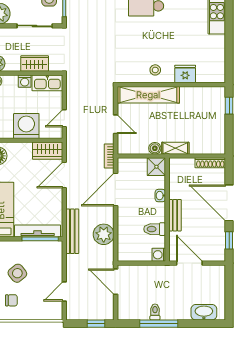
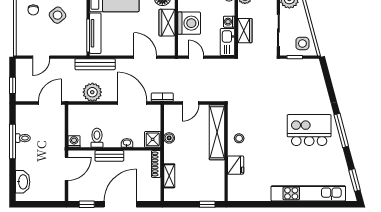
shelving: (175, 148) -> (169, 176), moved
wardrobe: (48, 151) -> (167, 23), moved
shoe rack: (210, 163) -> (156, 164), moved
door: (64, 292) -> (41, 57), swing flipped

